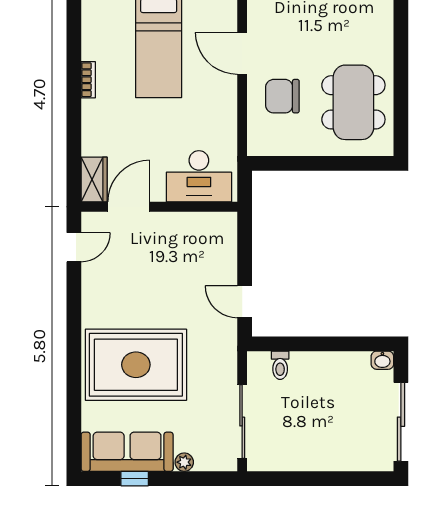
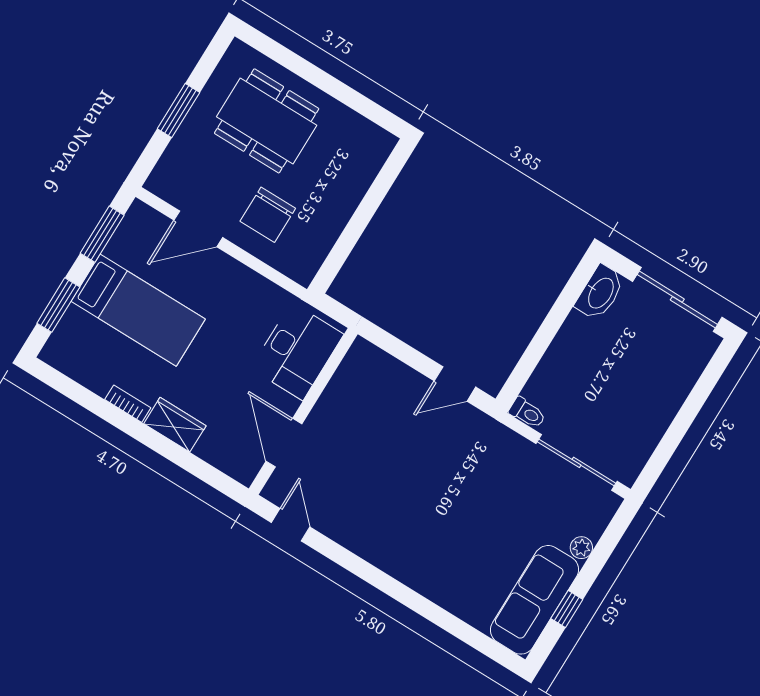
dining table: (353, 102) -> (267, 121), moved
wardrobe: (94, 180) -> (175, 425), moved
washbasin: (382, 360) -> (600, 293), width x1.91, depth x1.45
rug: (136, 365) -> (451, 536), removed
toilet: (280, 365) -> (527, 413), moved

